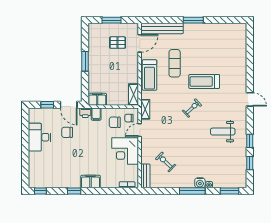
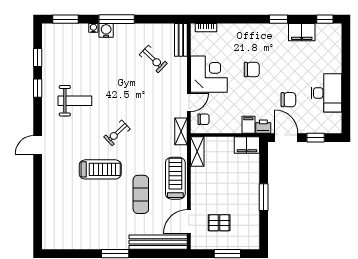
door: (250, 99) -> (38, 145), hinge flipped
chair: (115, 122) -> (252, 70), moved
filing cabinet: (91, 182) -> (302, 32), moved

